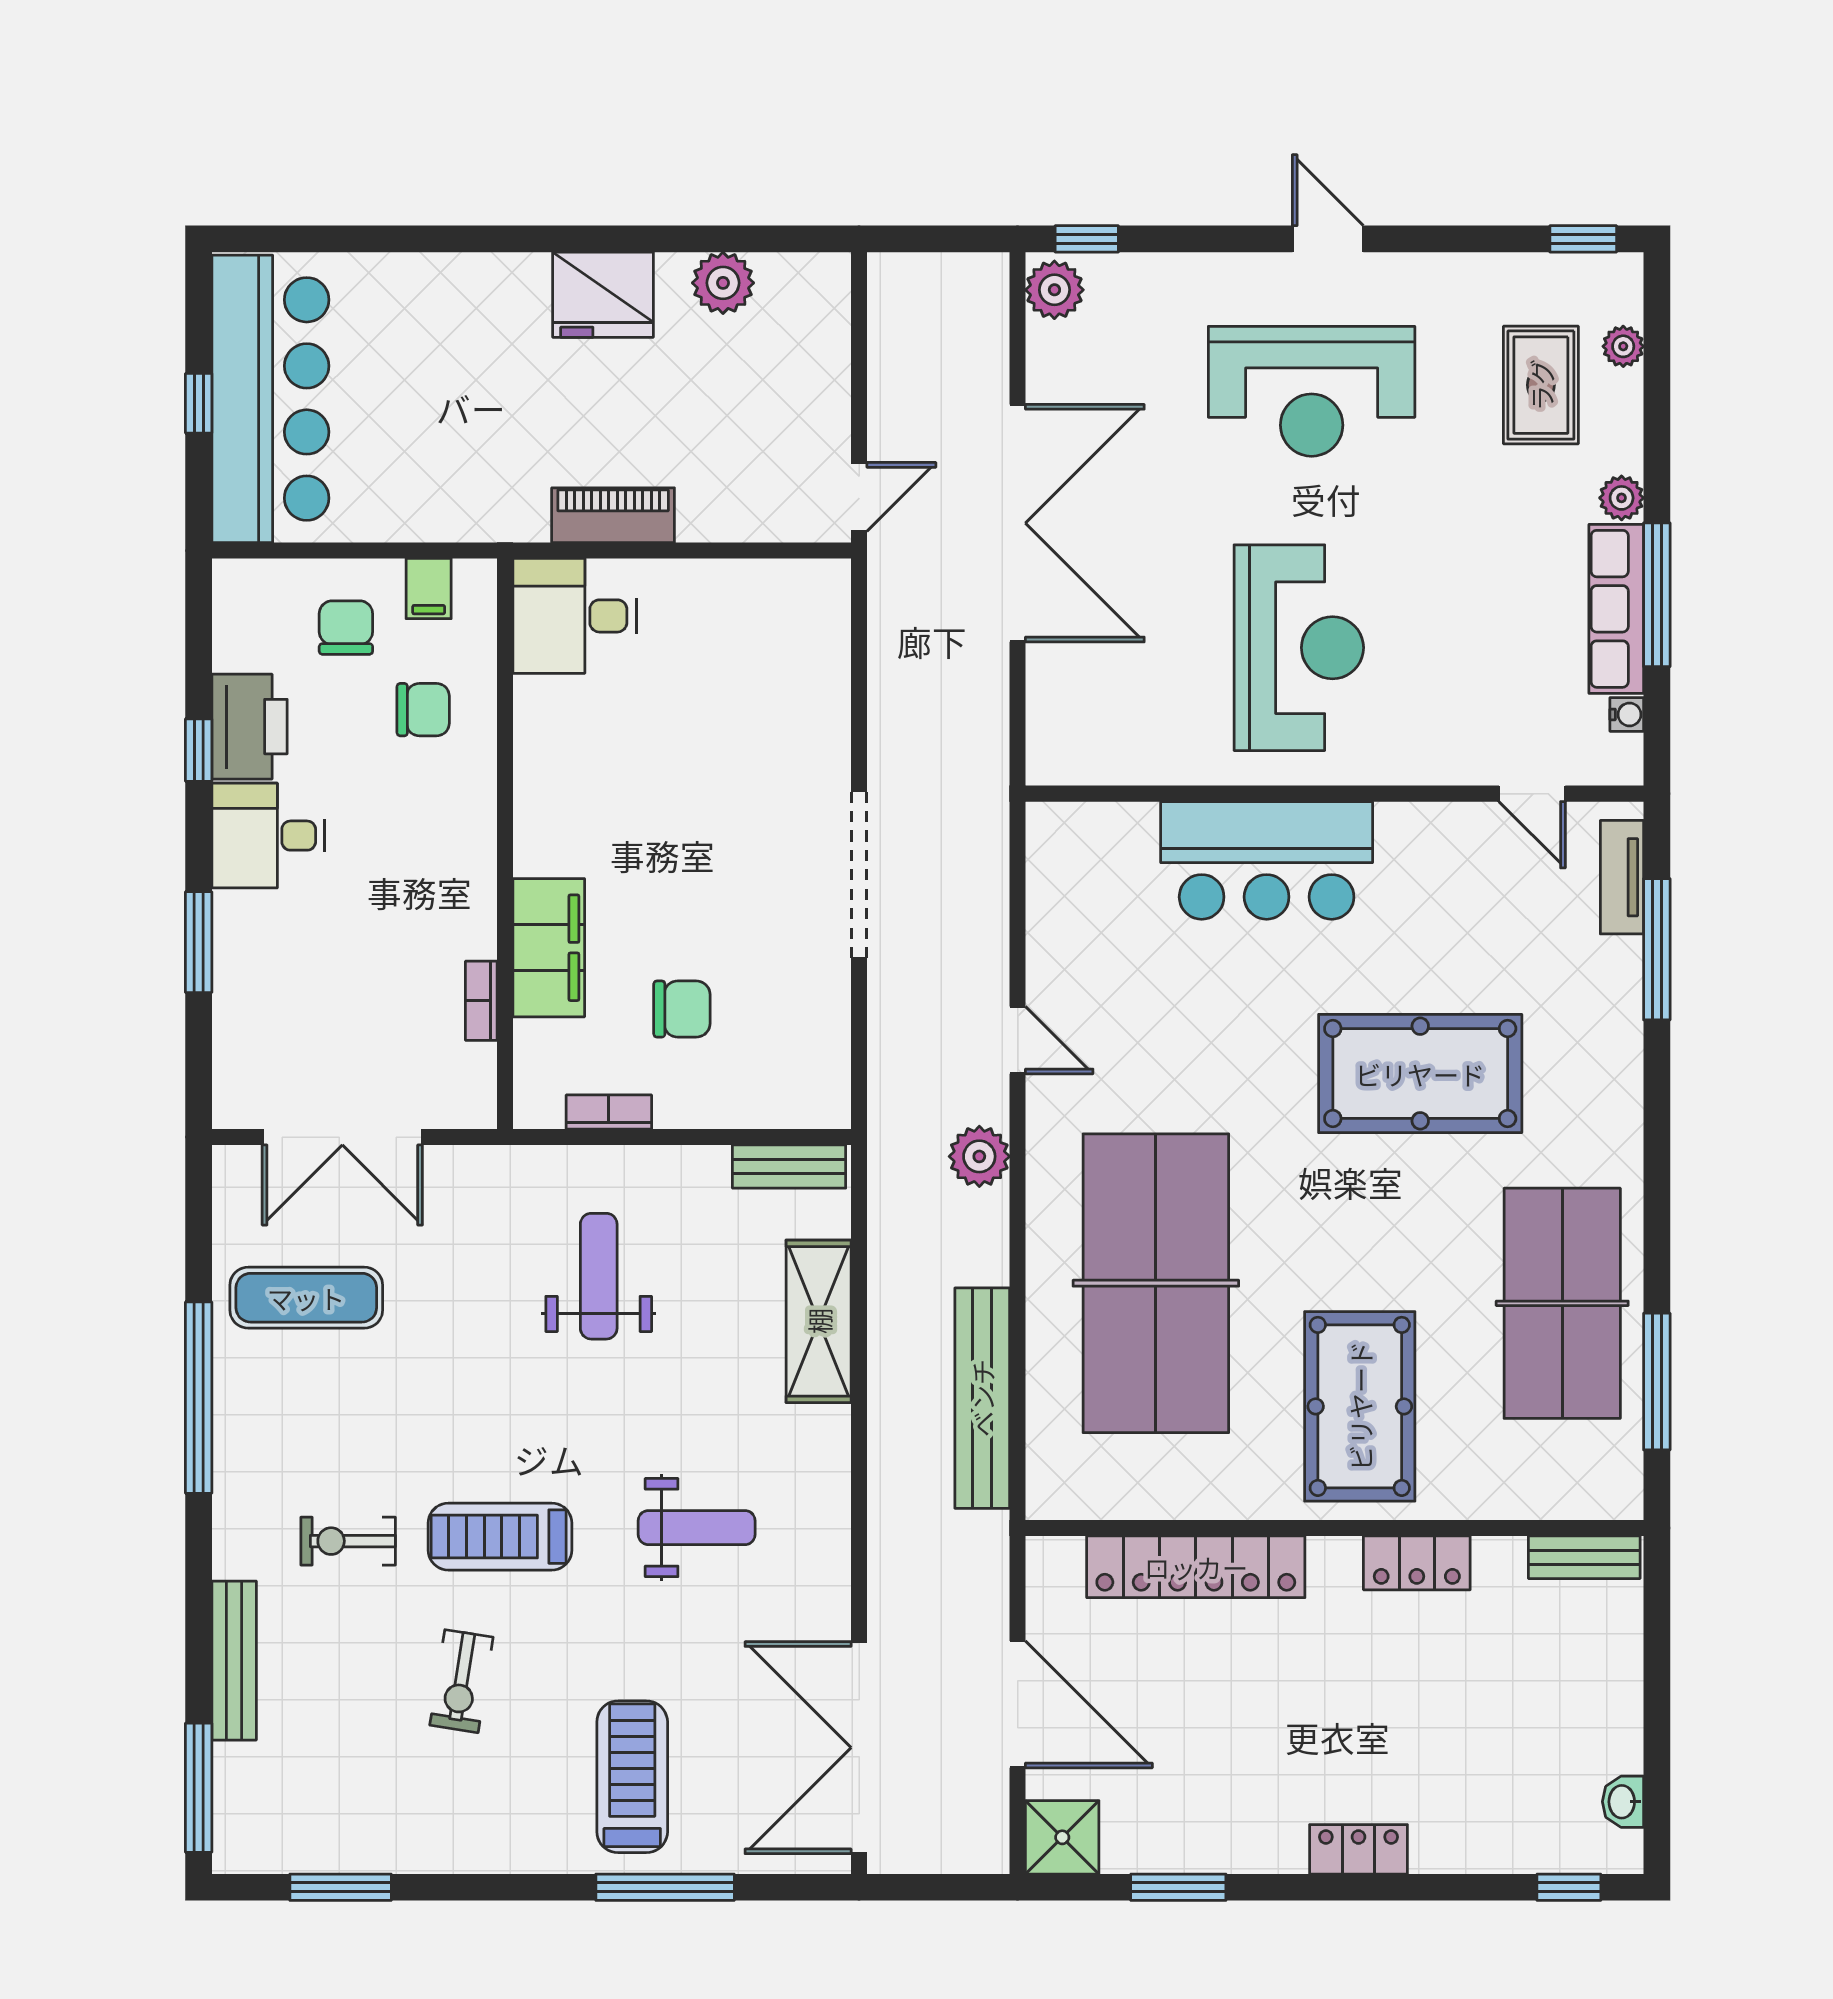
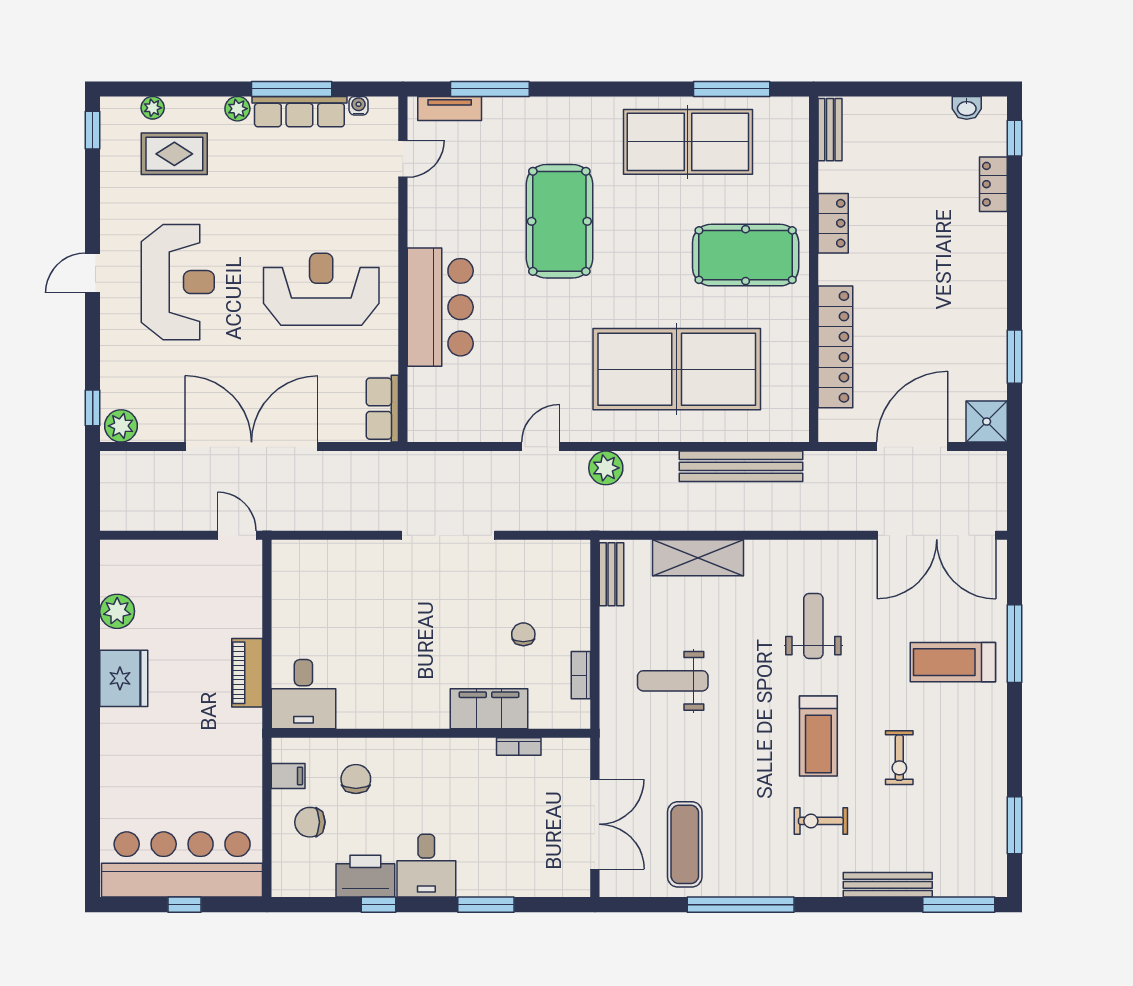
row of seats: (1085, 757) -> (382, 409), added
chair: (682, 1009) -> (523, 634), width x0.73, depth x0.73
exercise bike: (348, 1541) -> (821, 821), turned 90
exercise bike: (461, 1681) -> (899, 758), turned 81
locker: (1358, 1849) -> (993, 184), moved

